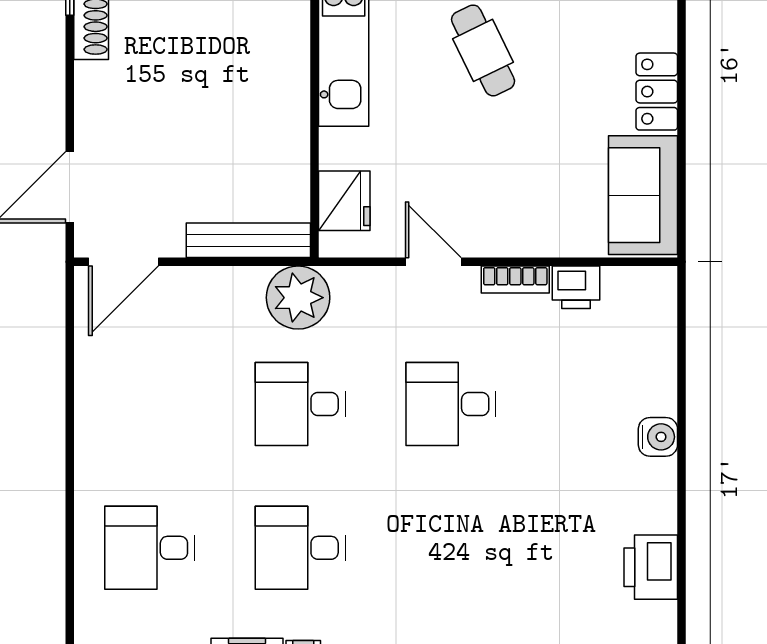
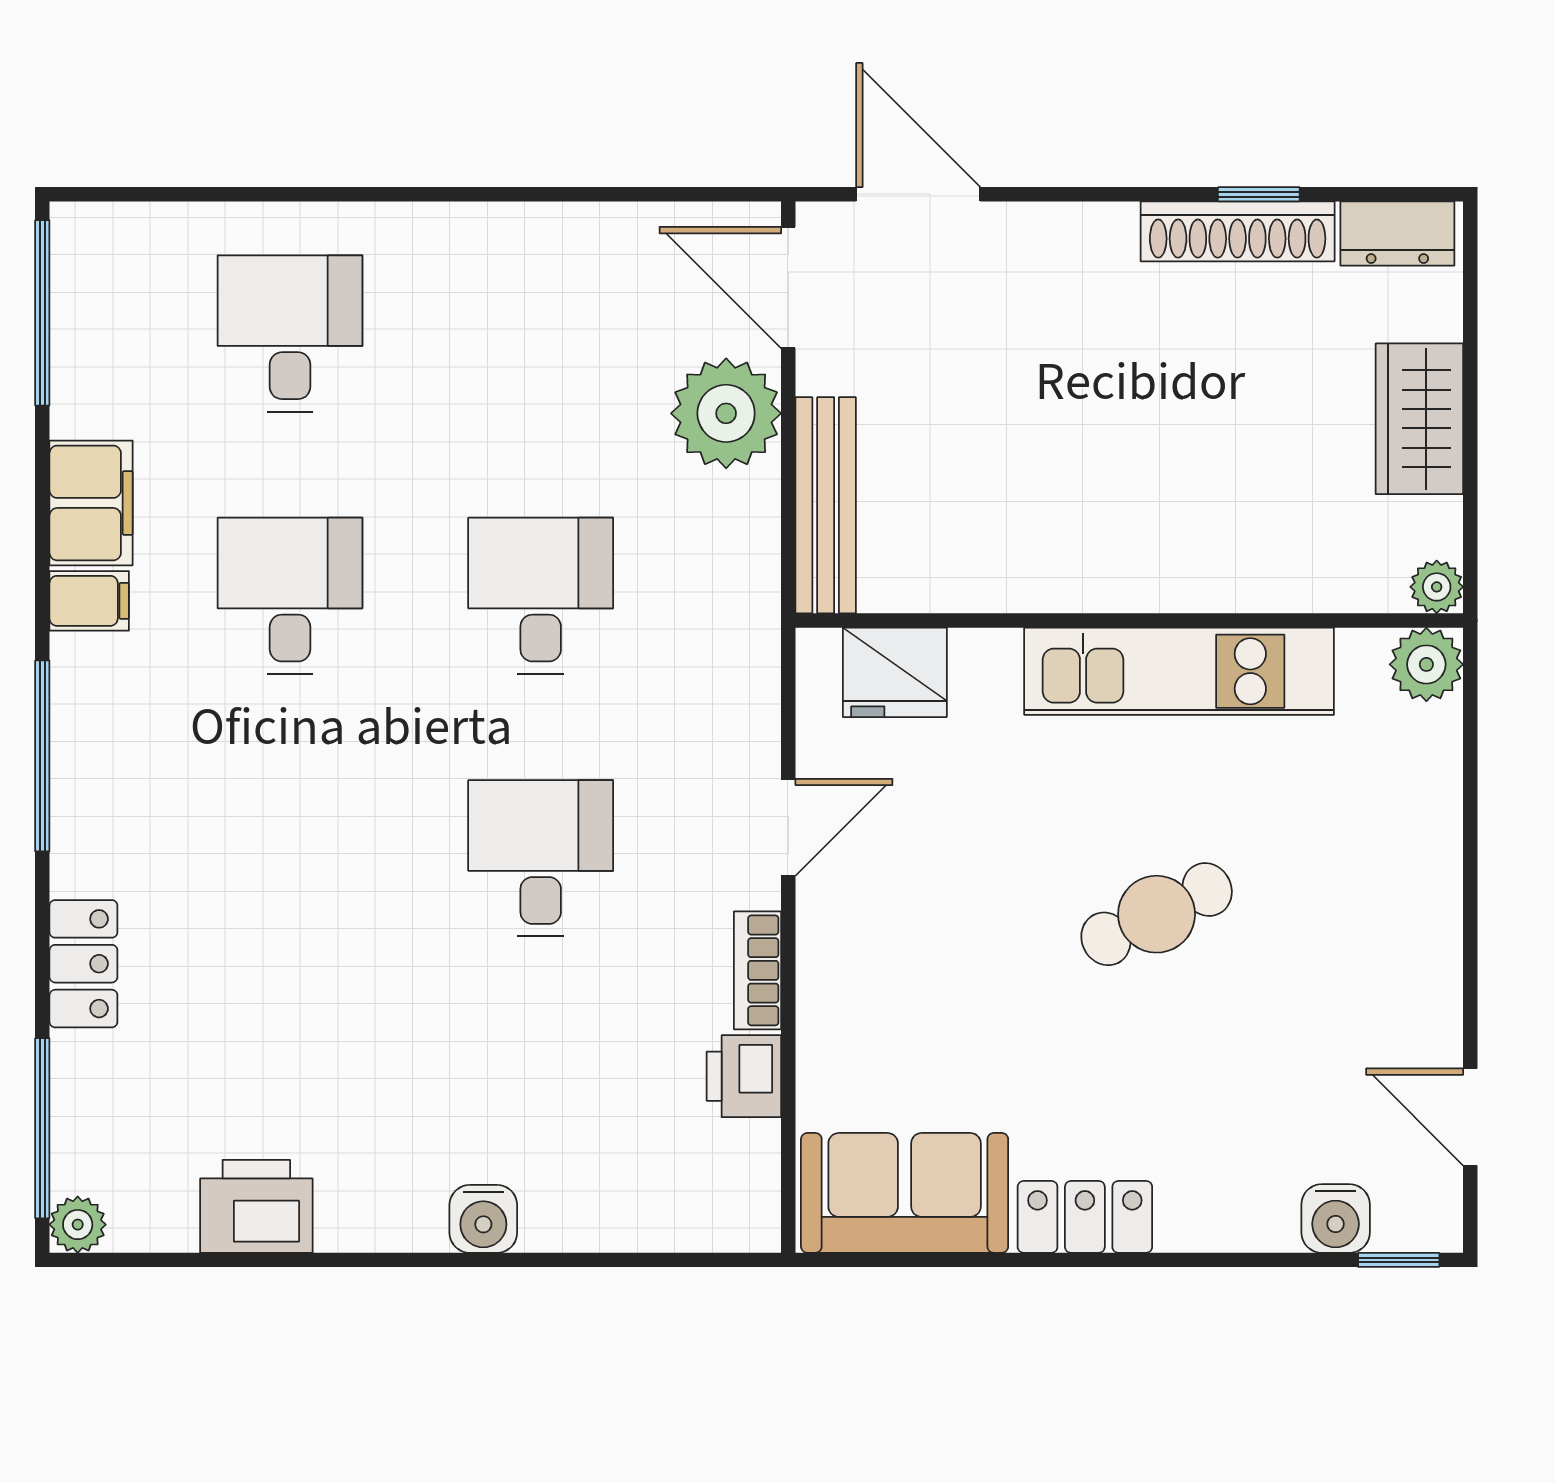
plant: (298, 298) -> (726, 413), moved

